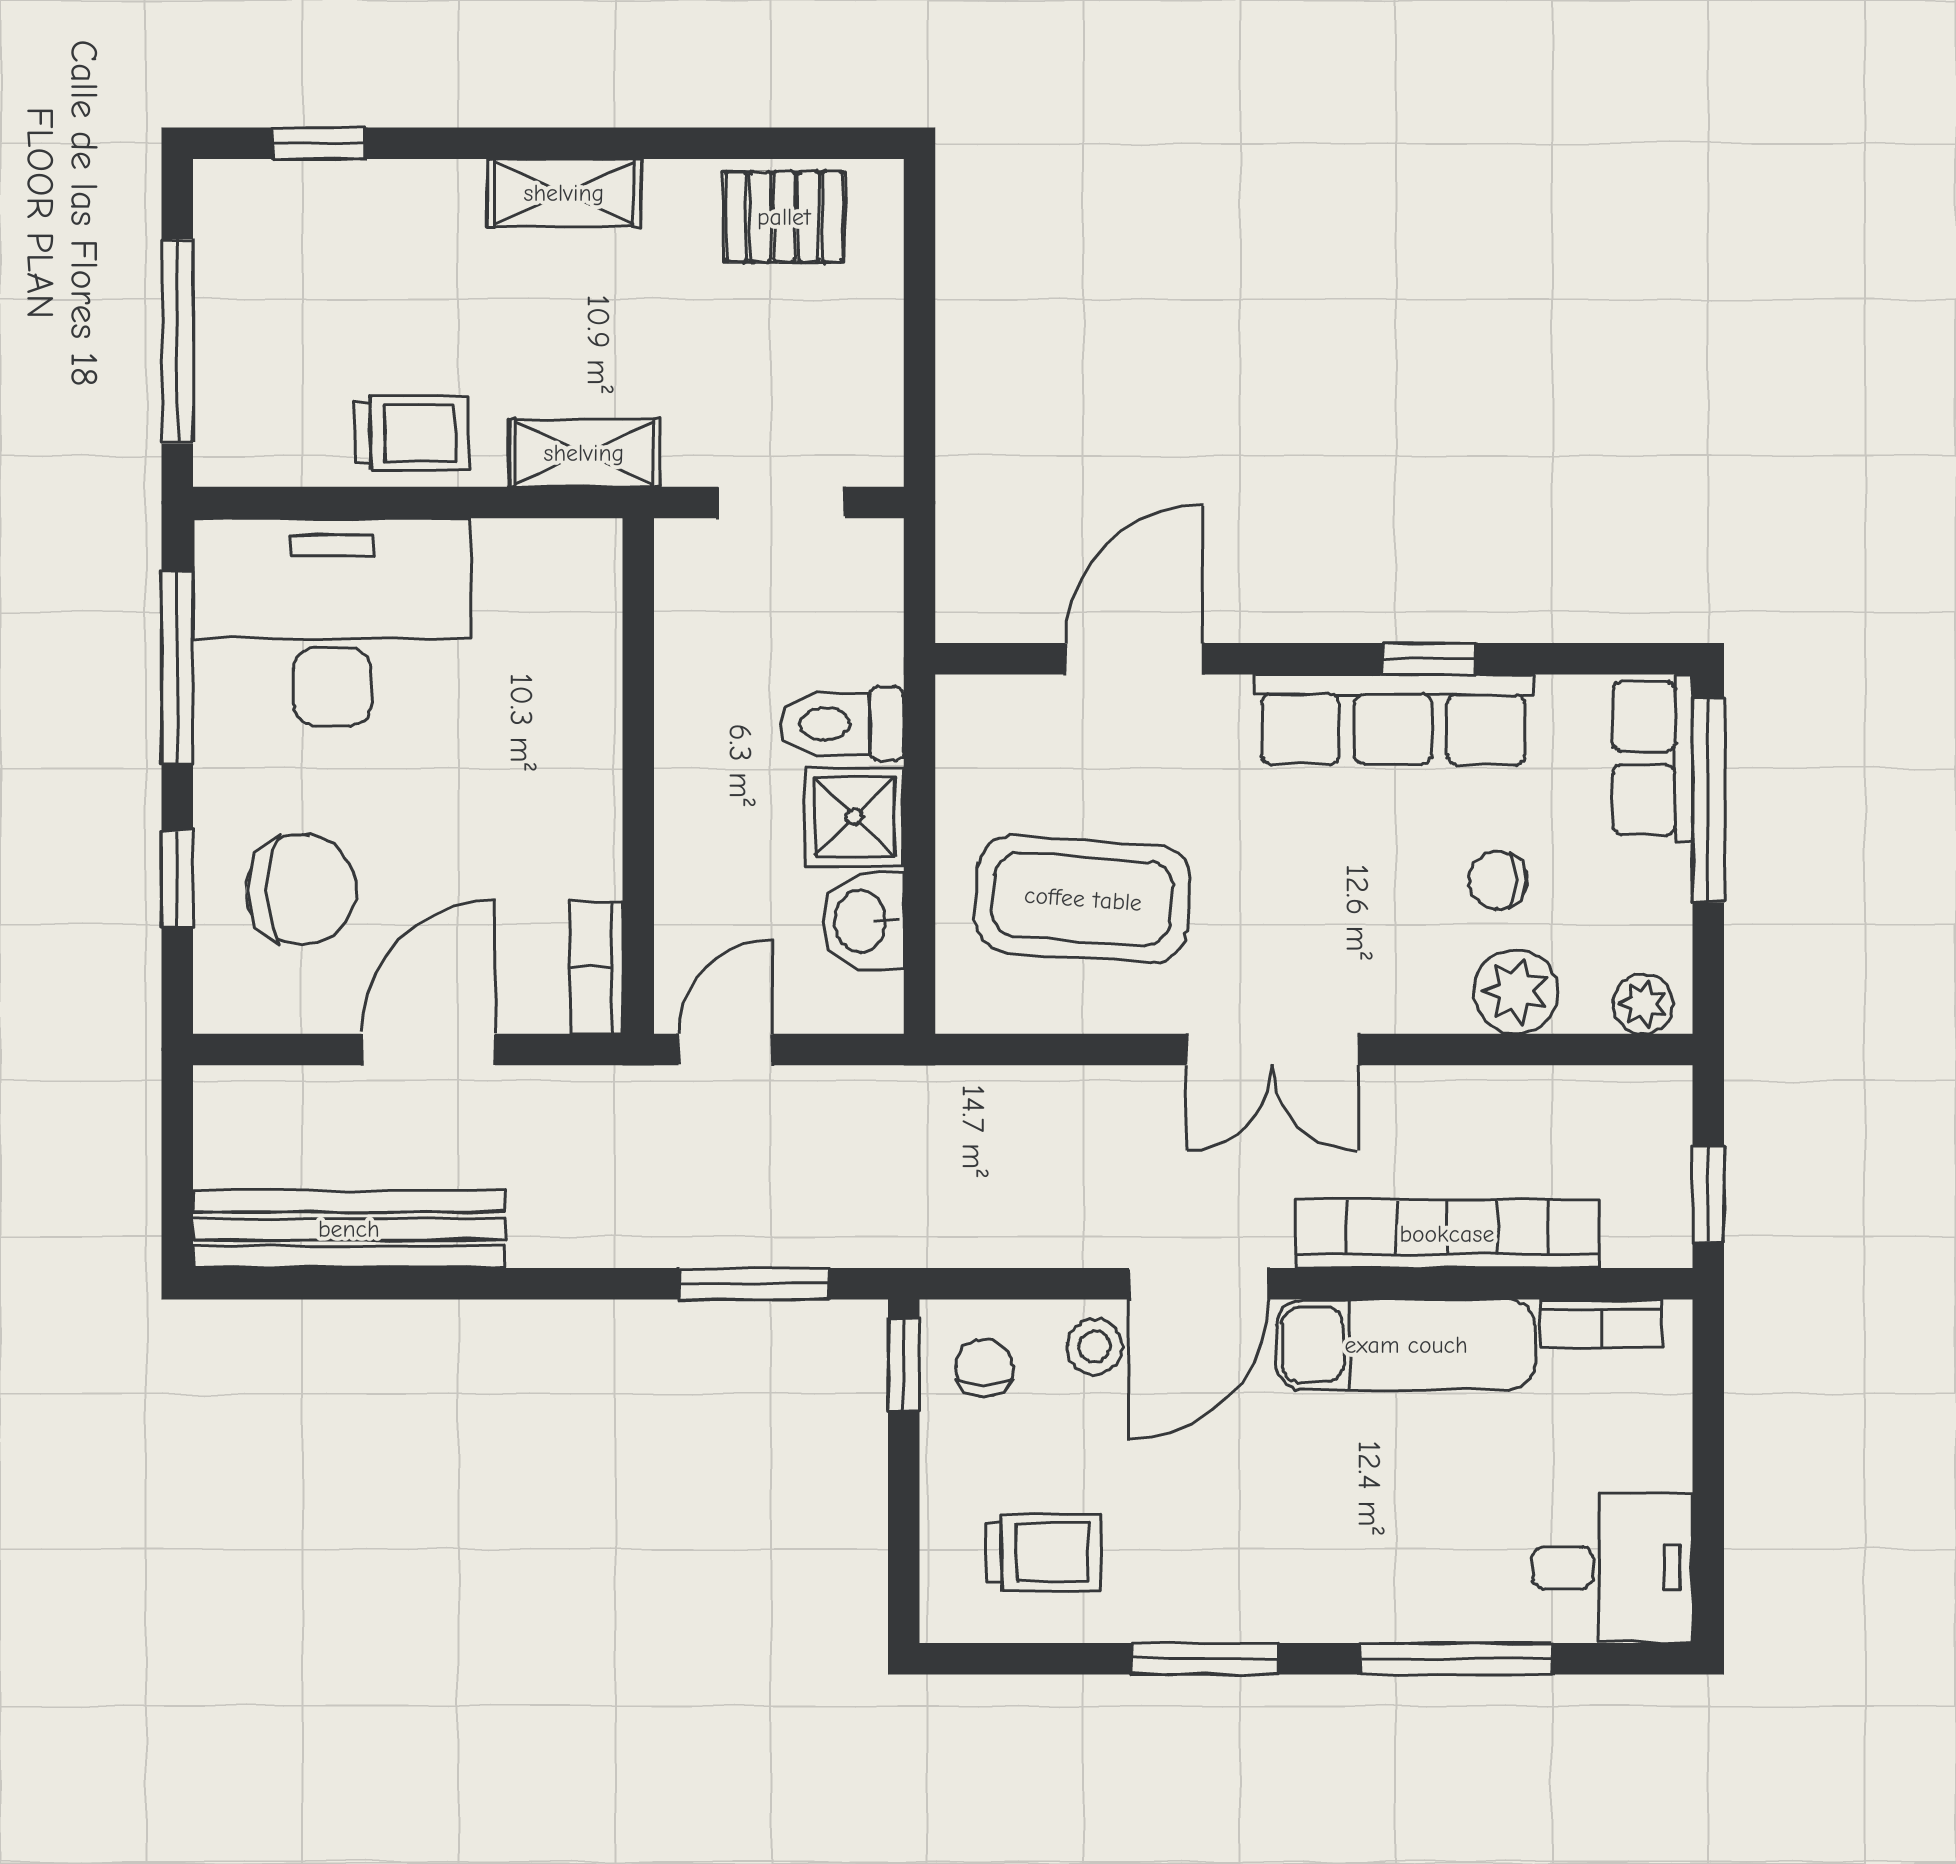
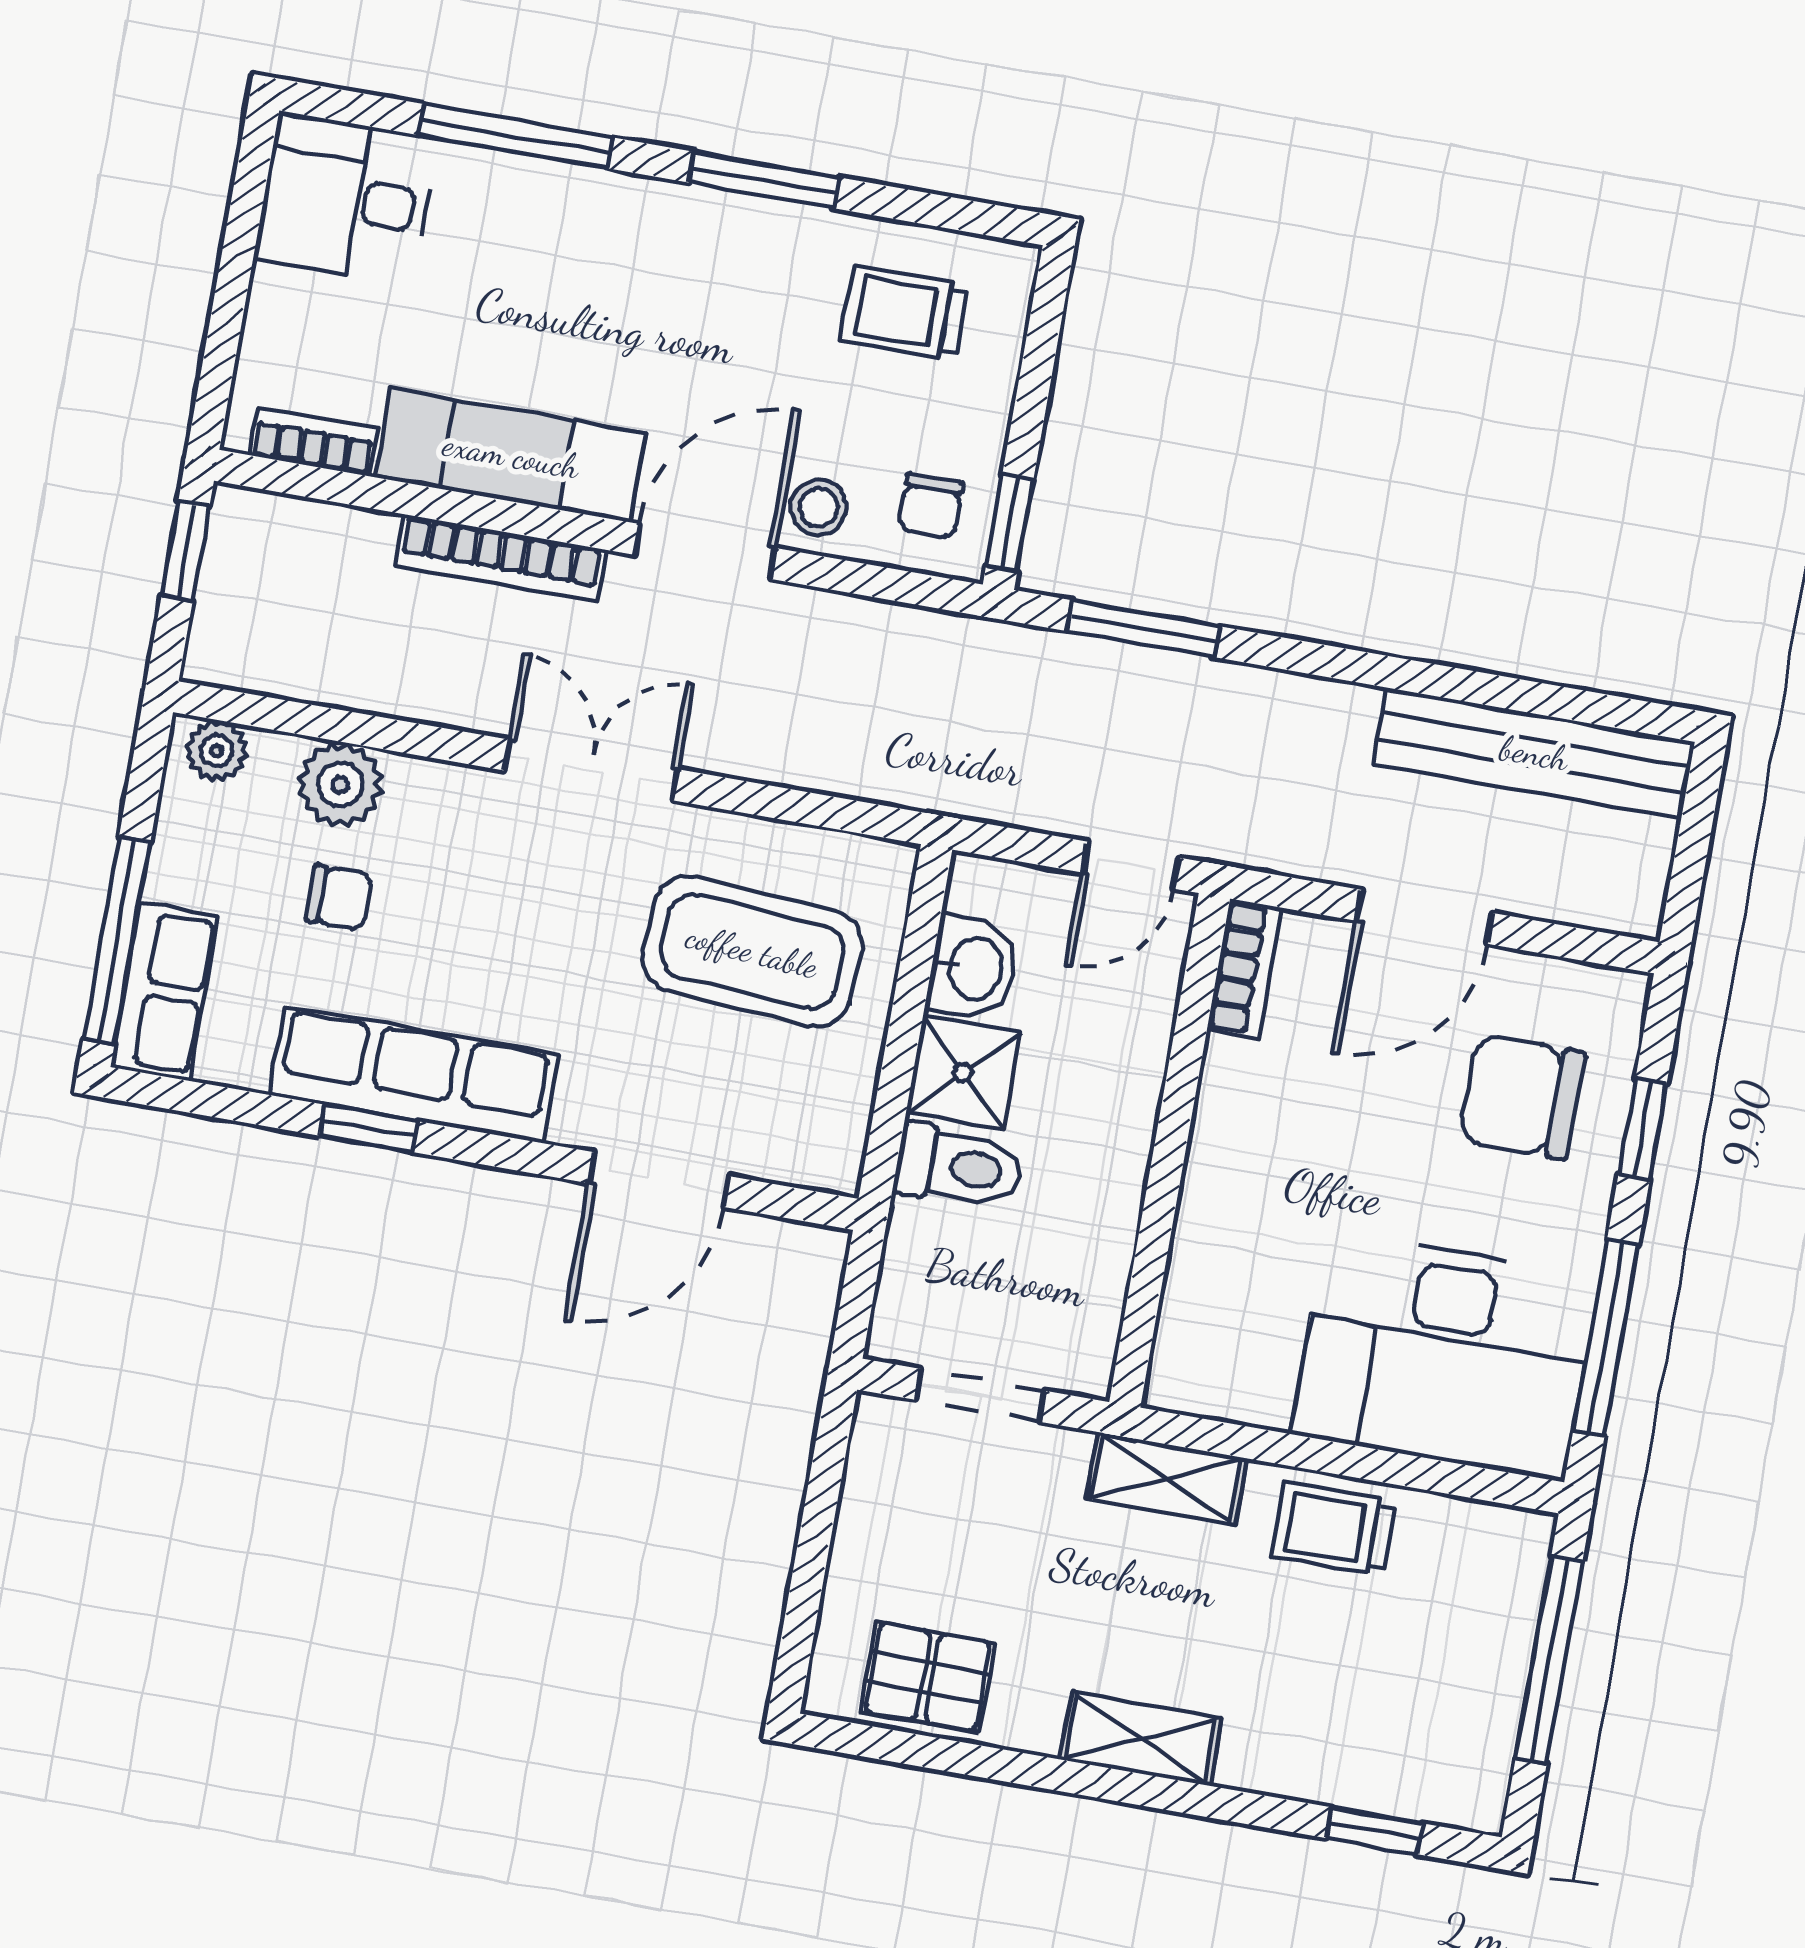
bookcase: (1447, 1234) -> (500, 558), width x0.68, depth x0.76

